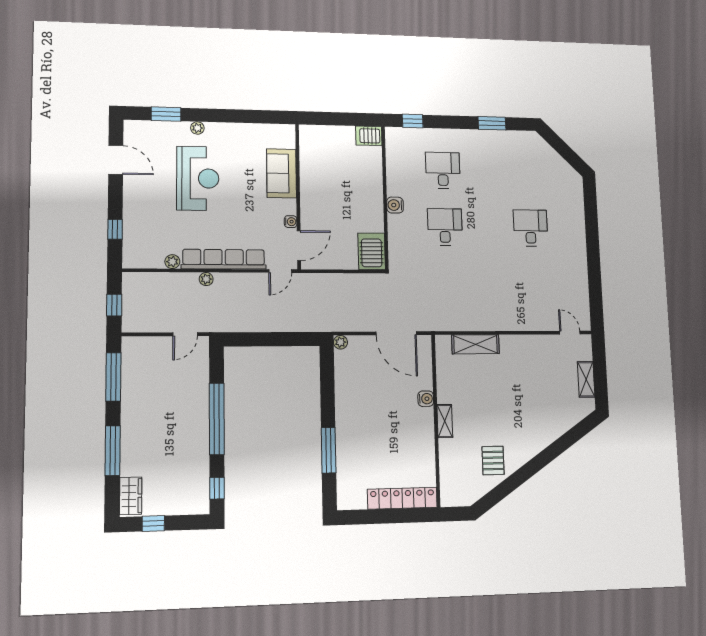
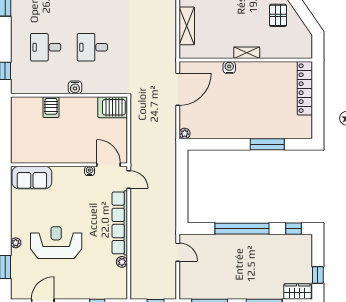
server rack: (369, 136) -> (51, 107), moved
sofa: (282, 173) -> (32, 177), moved
plant: (206, 279) -> (135, 236), removed
pallet: (493, 460) -> (278, 15), turned 90

